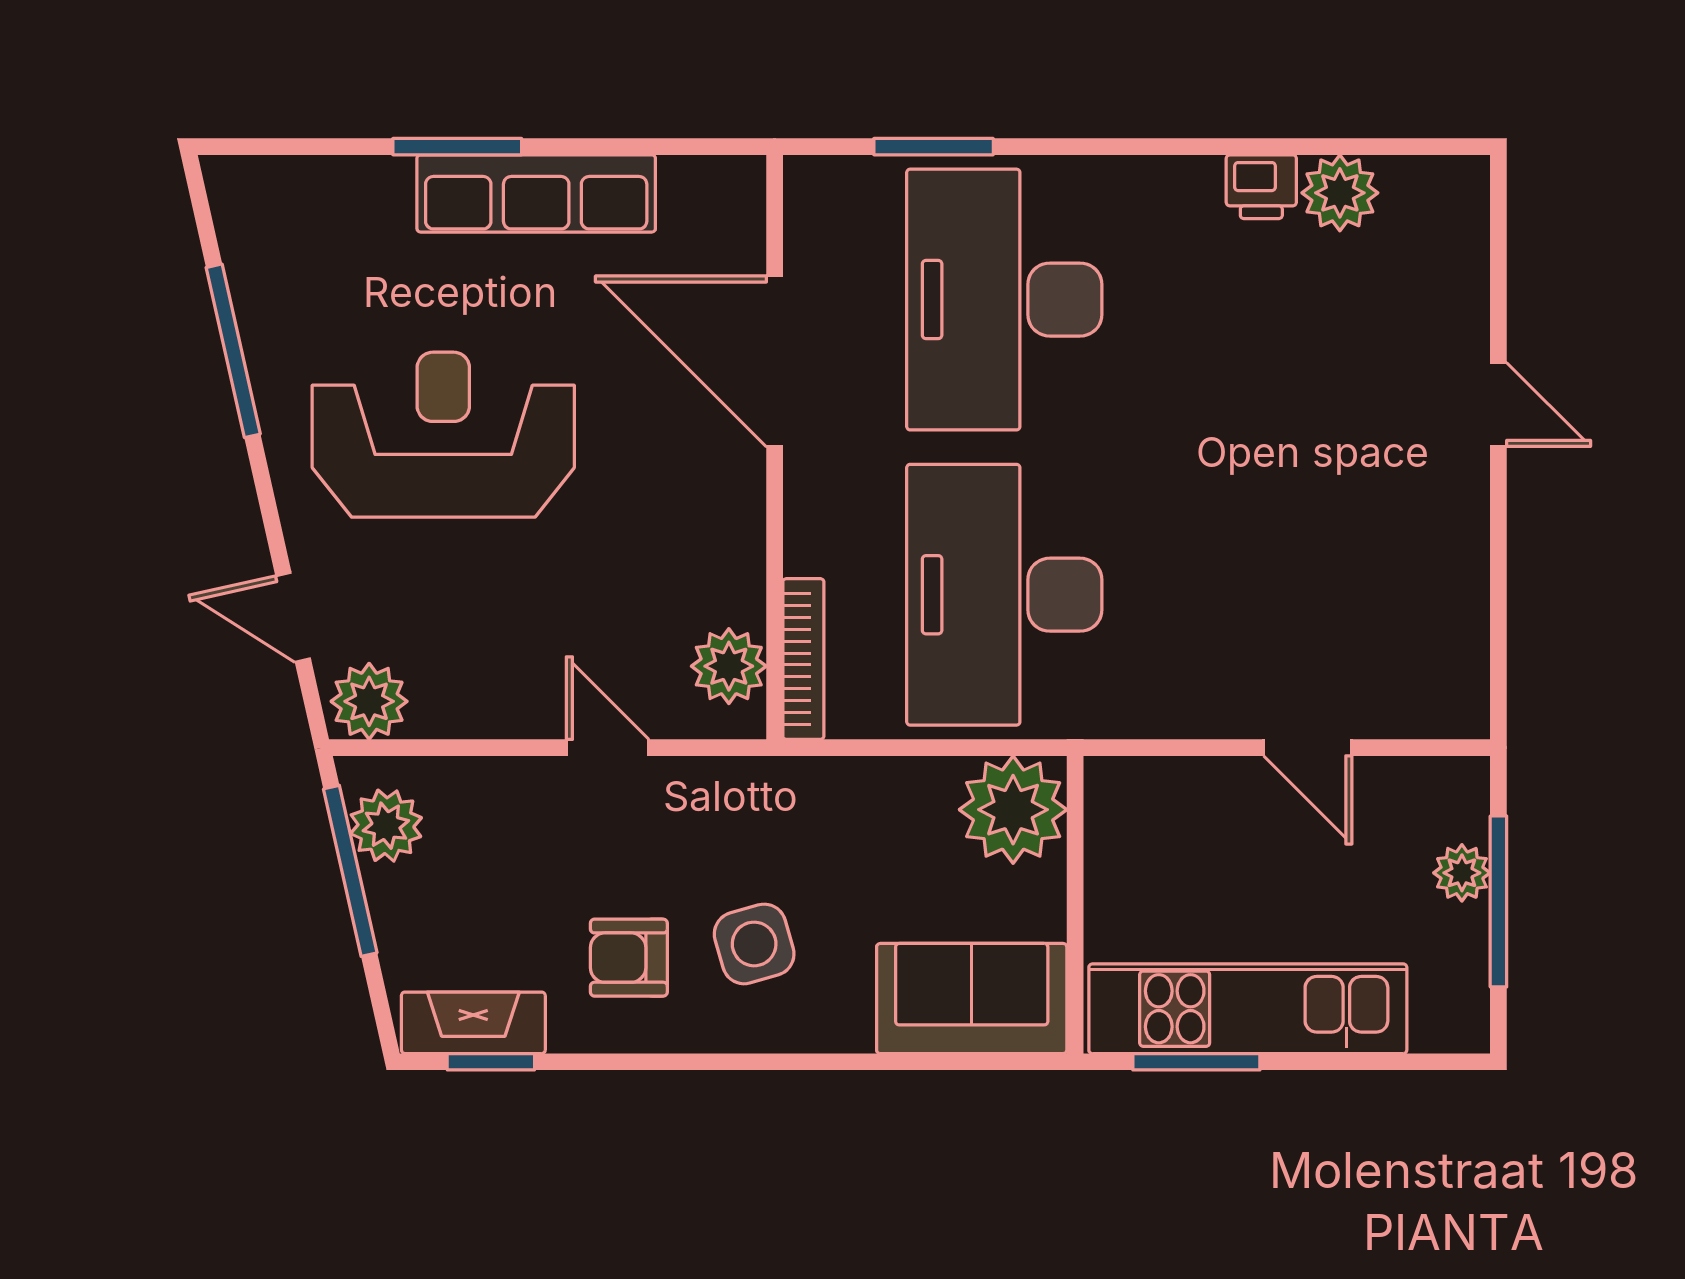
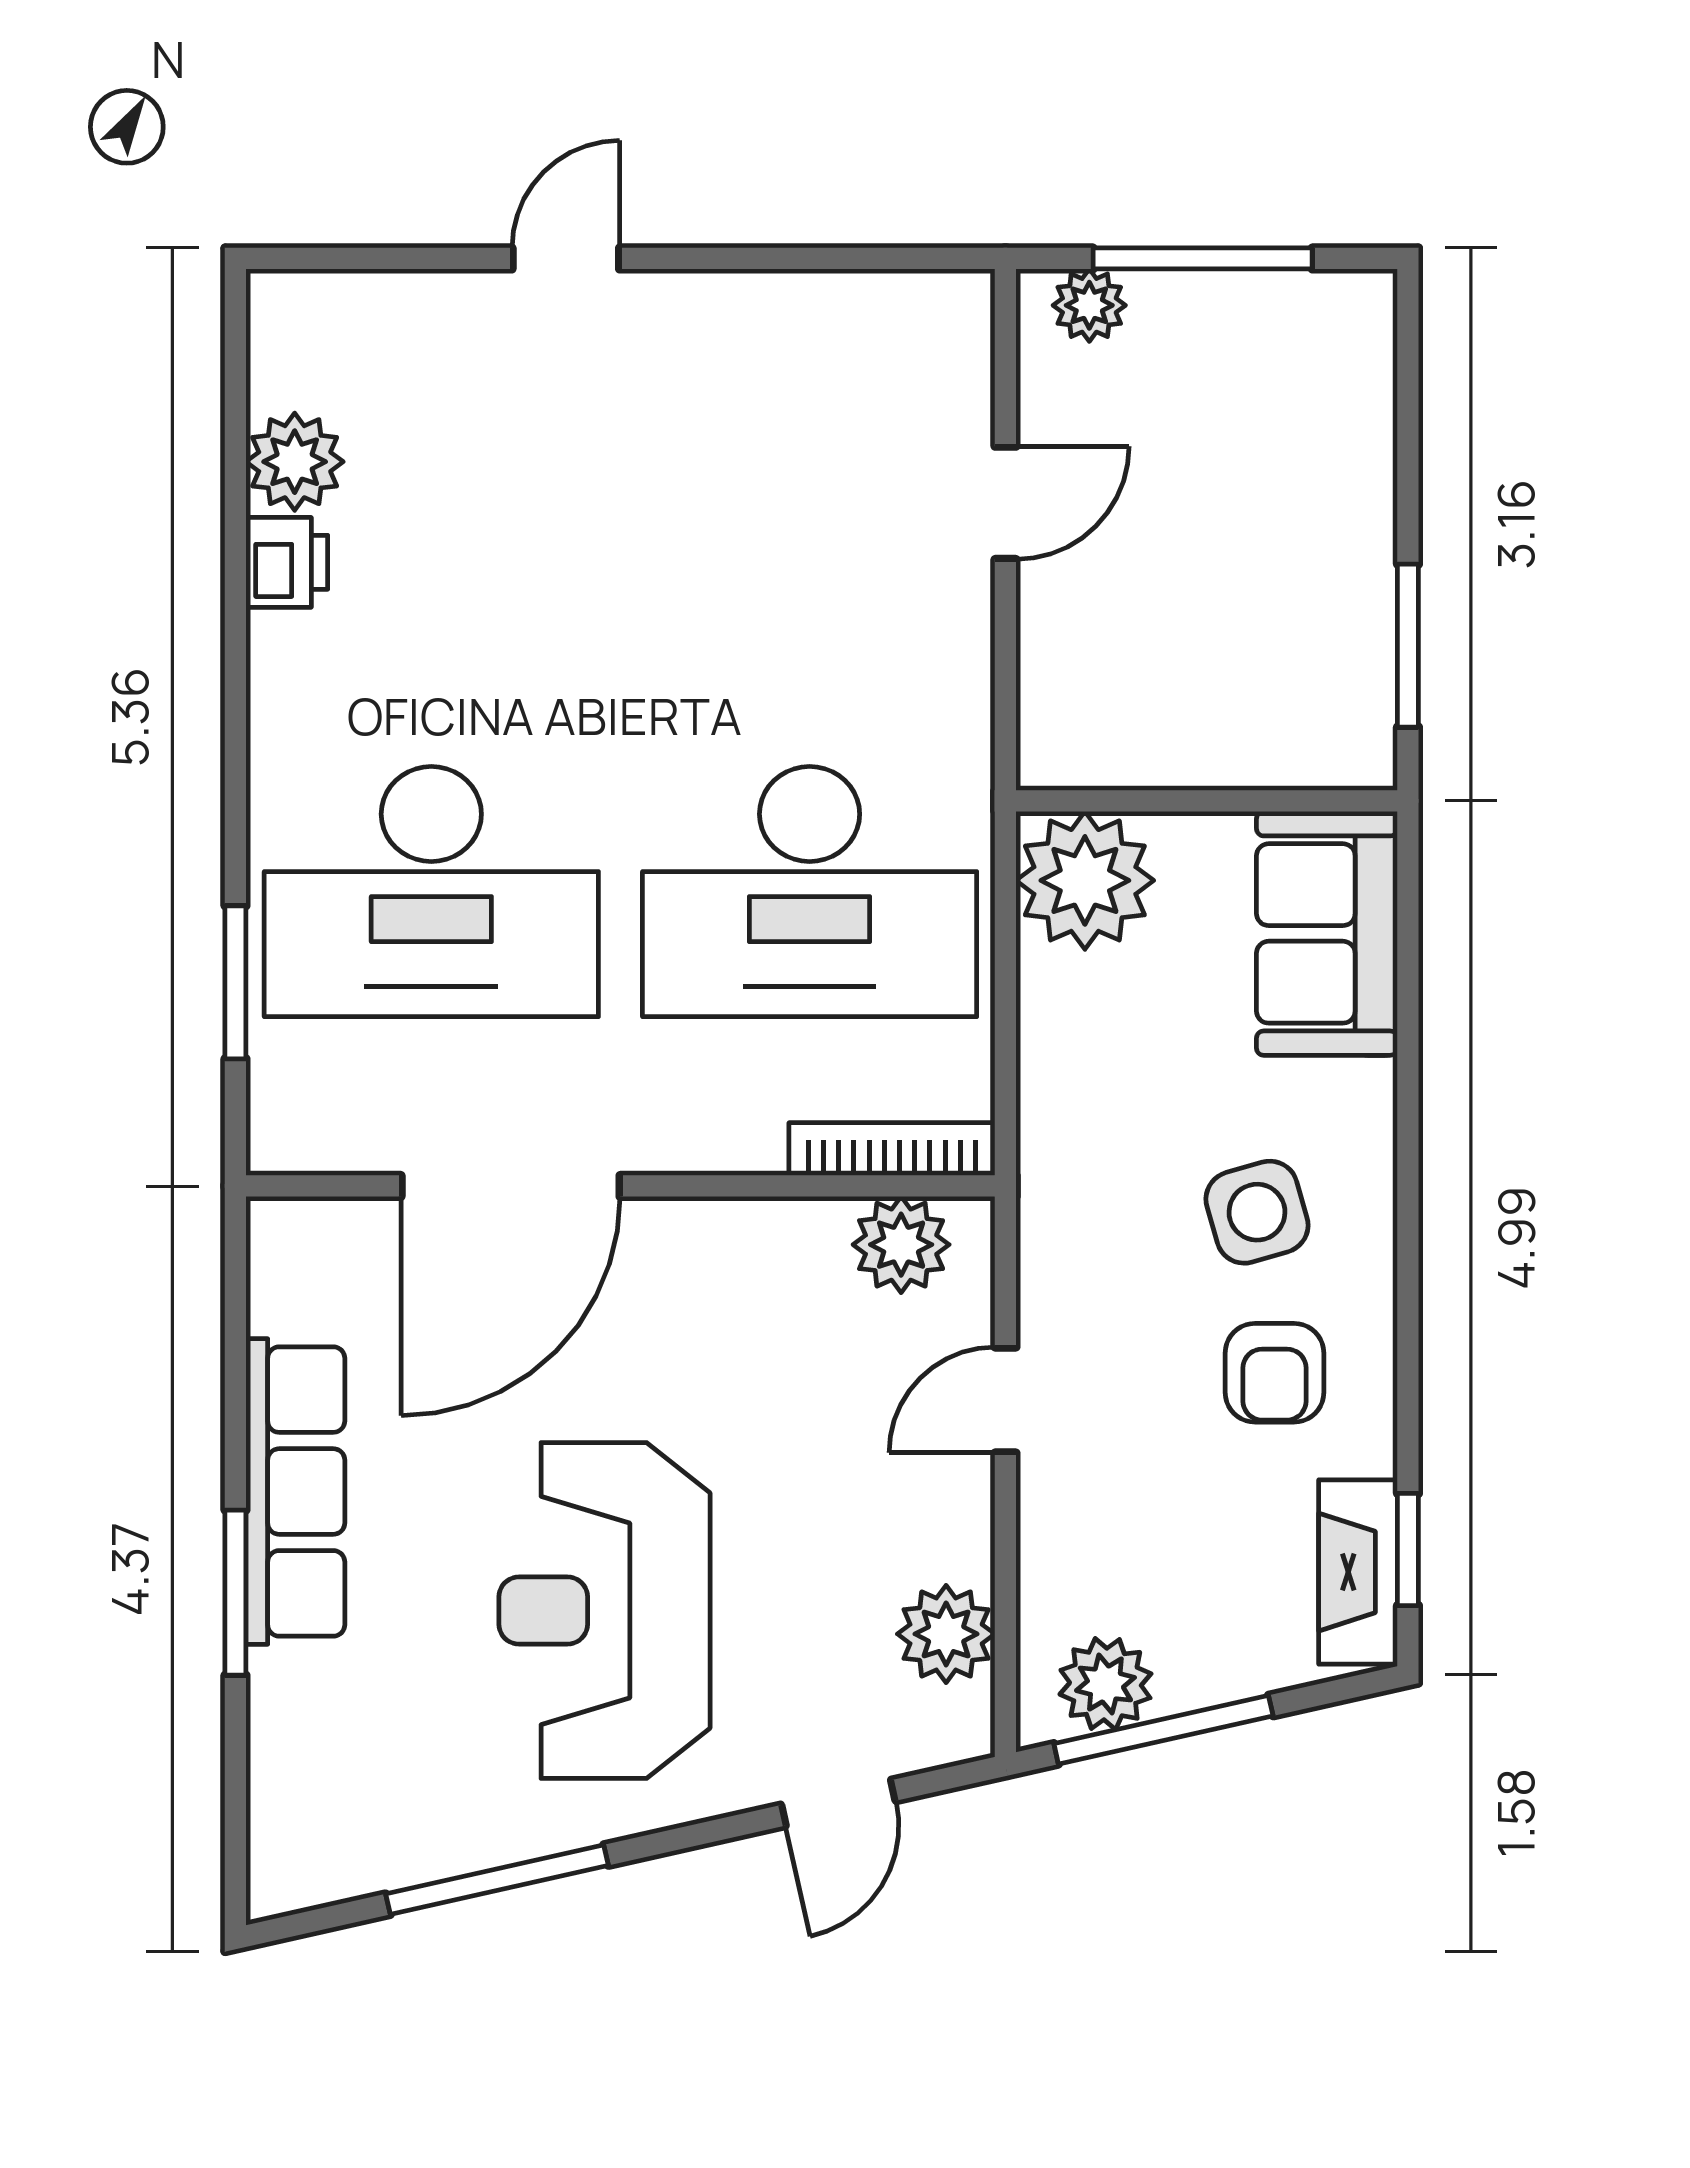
plant: (369, 701) -> (946, 1634), moved
plant: (1462, 873) -> (1089, 305), moved
kitchen unit: (1248, 1009) -> (1340, 580), removed

